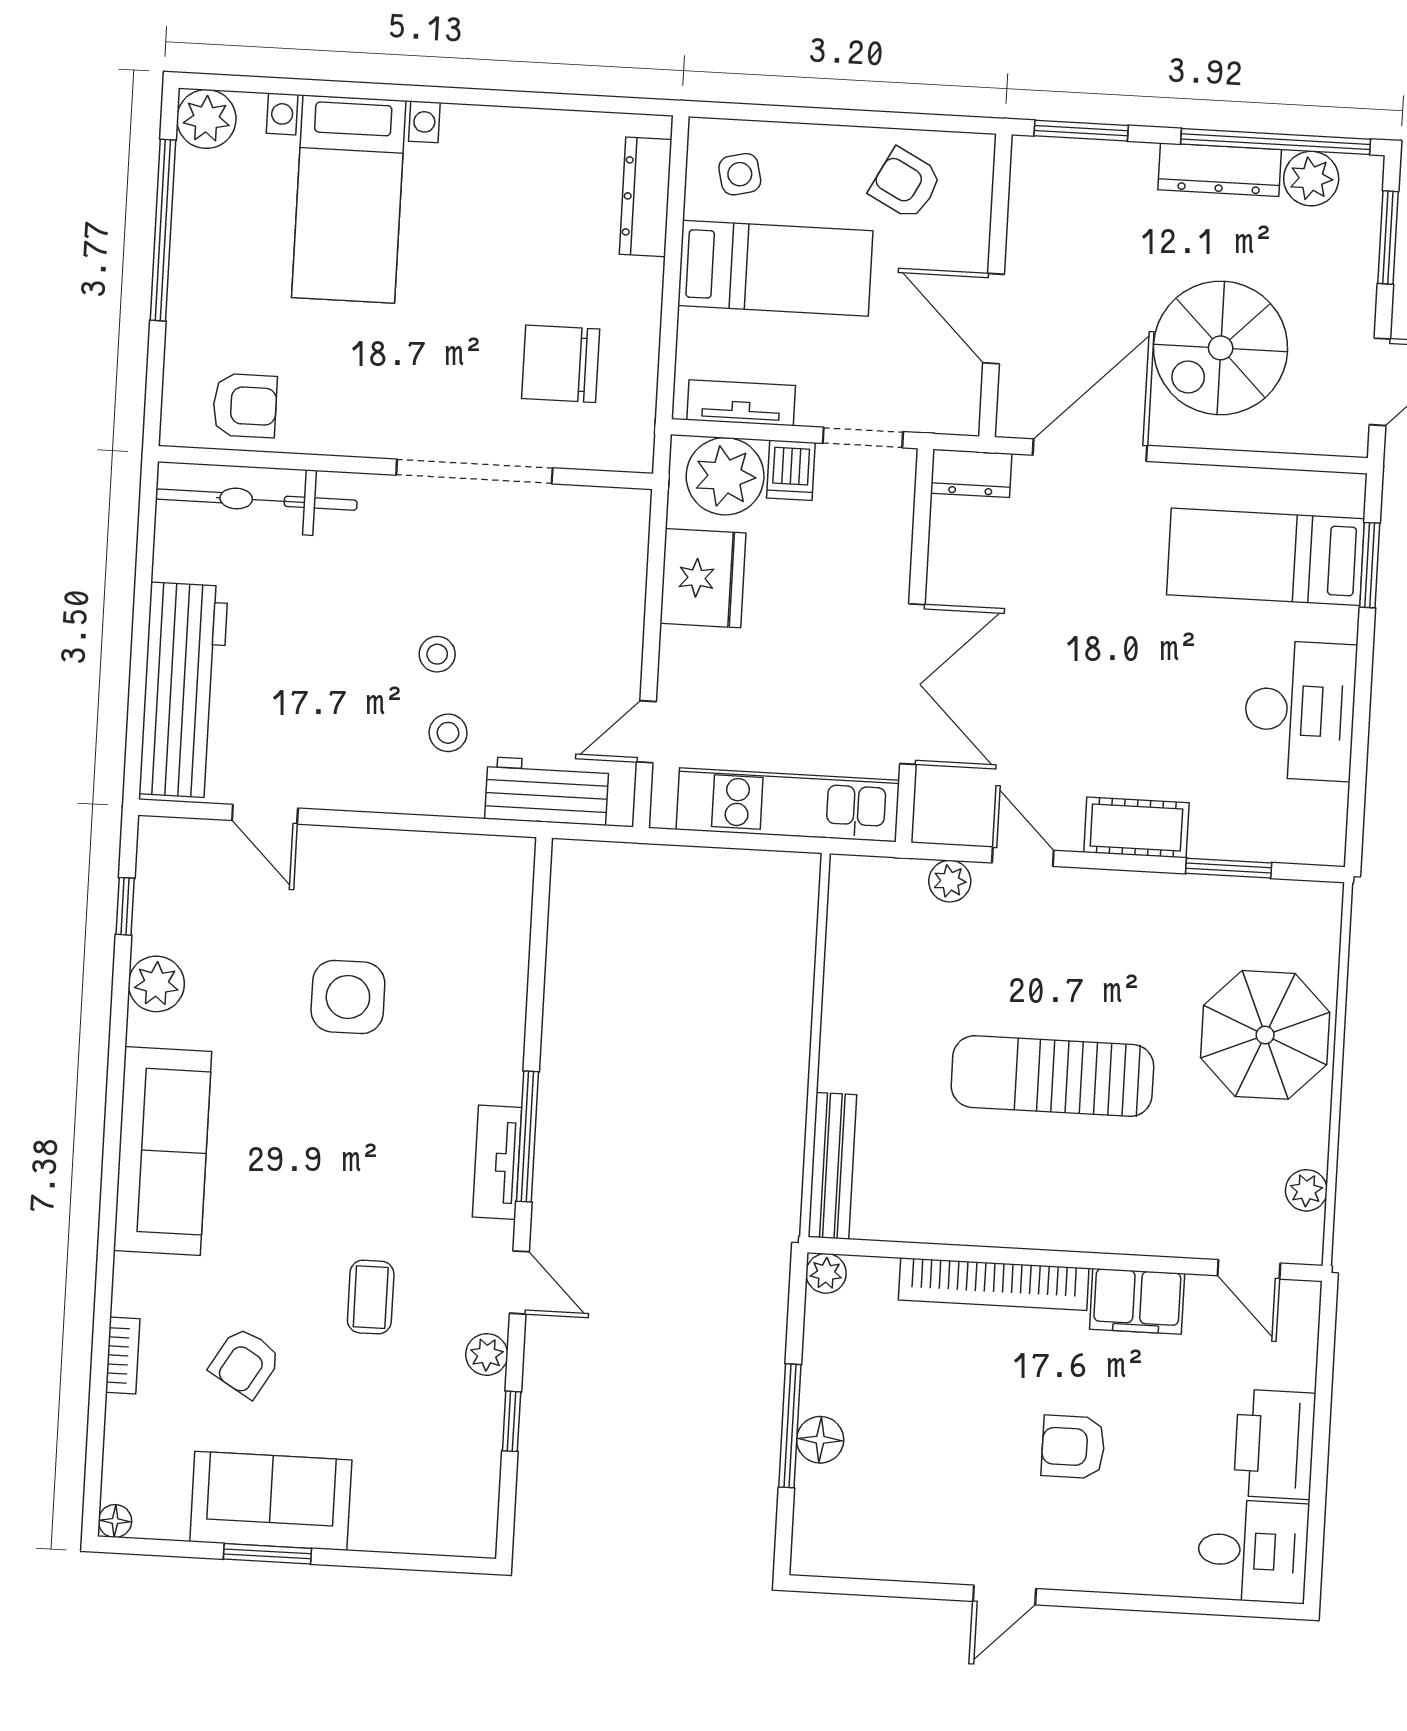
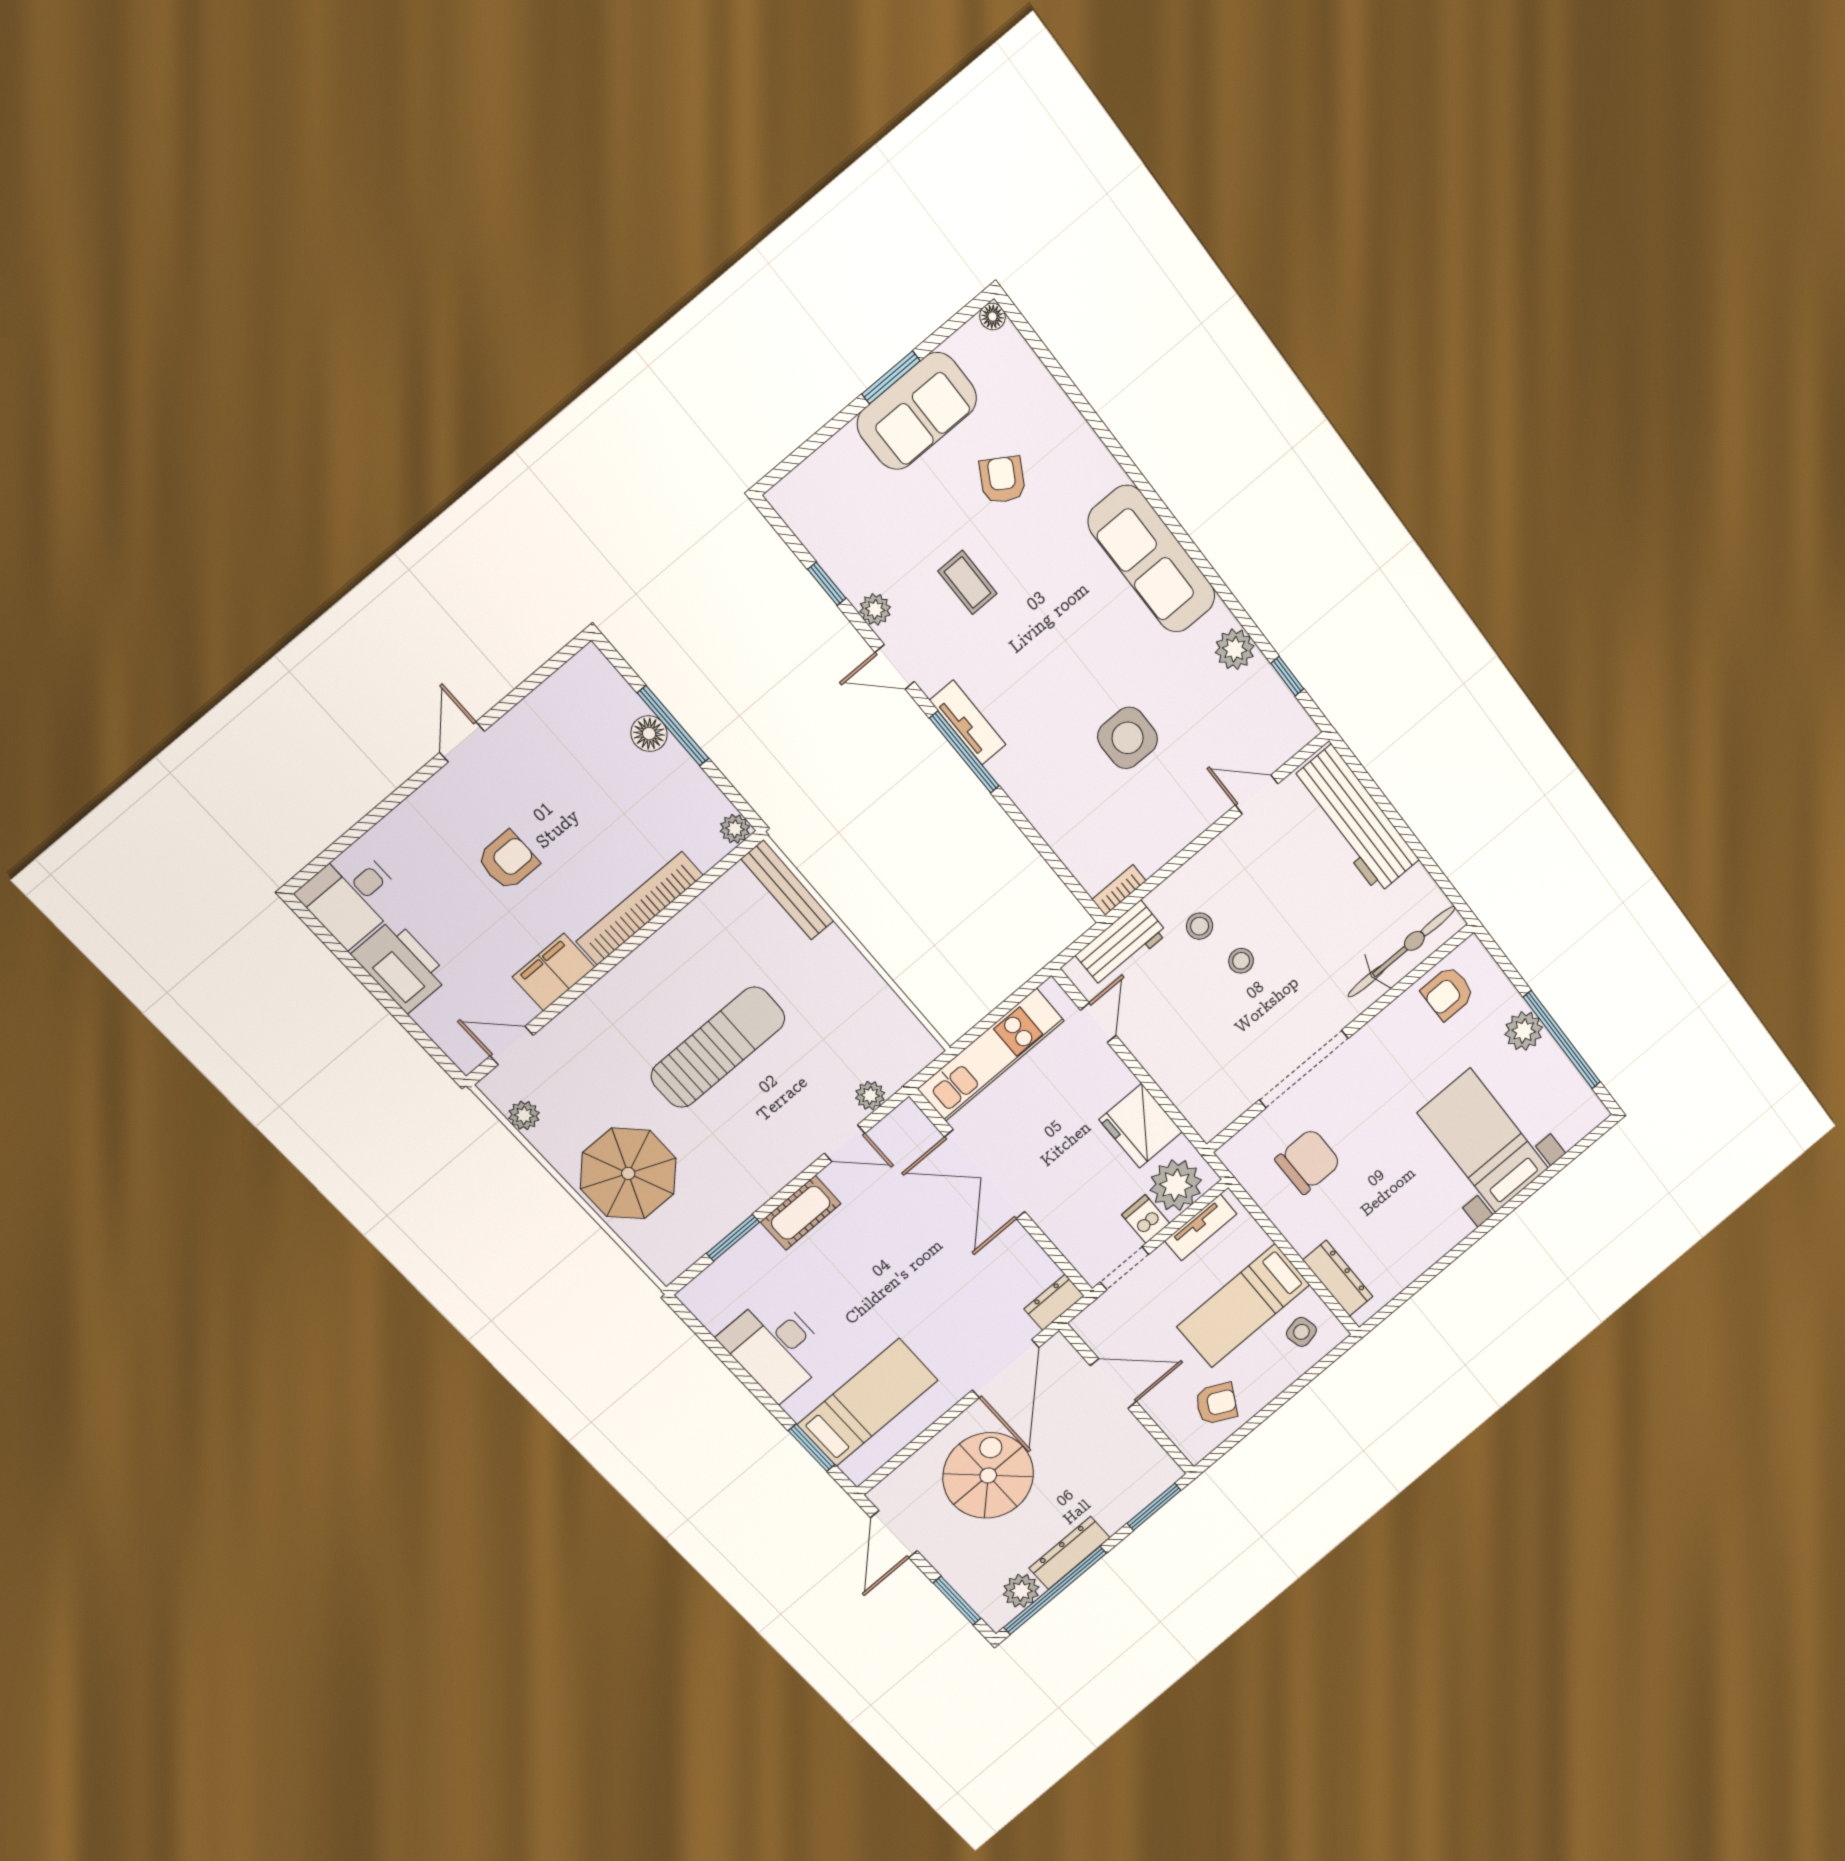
plant: (206, 119) -> (1524, 1031), moved
bookcase: (123, 1356) -> (1119, 890), moved, turned 90

